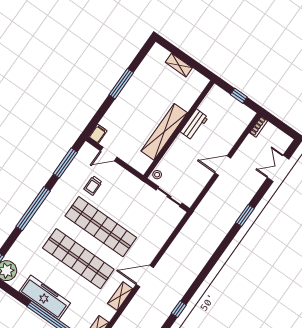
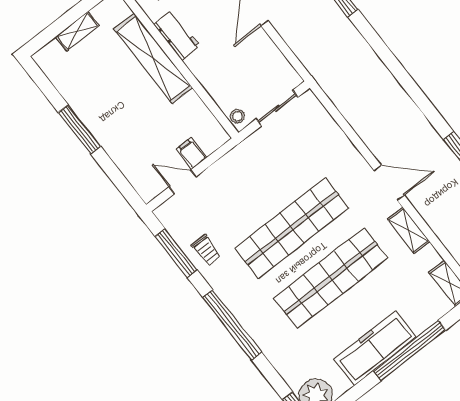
shelving: (164, 132) -> (153, 58), moved
filing cabinet: (98, 134) -> (192, 153), moved
door: (109, 154) -> (183, 182), swing flipped
trolley: (93, 186) -> (206, 250), moved
door: (145, 276) -> (389, 183), swing flipped

